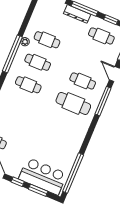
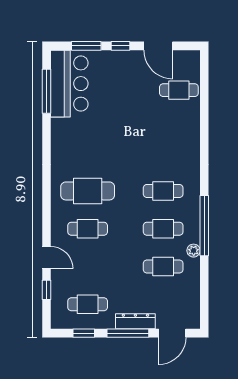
window: (103, 101) -> (46, 212), removed
window: (73, 173) -> (46, 91), width x0.68
bar counter: (43, 176) -> (69, 84), moved, turned -90

